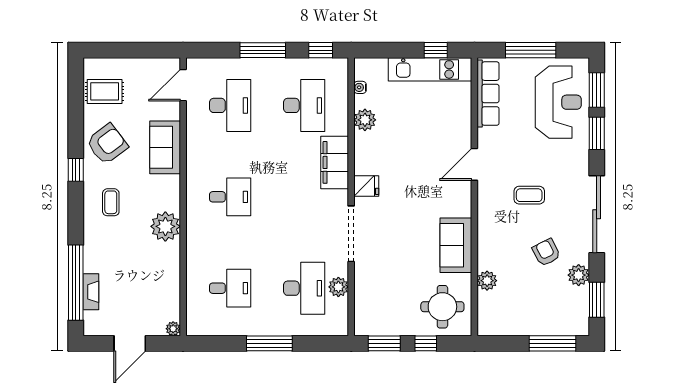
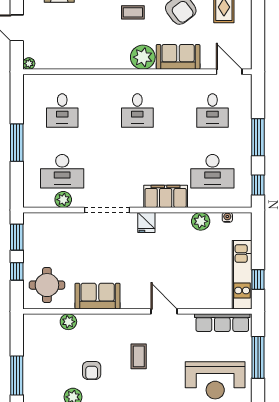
desk: (230, 105) -> (212, 110), width x0.73
plant: (165, 226) -> (143, 57), moved
armchair: (546, 252) -> (92, 370), turned 117

